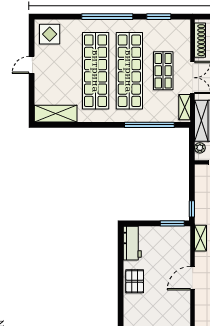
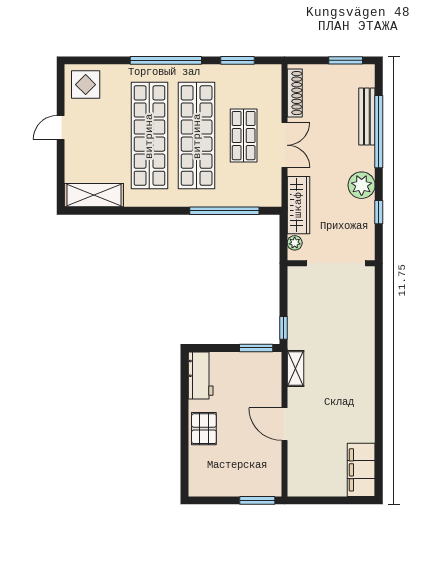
shelving: (185, 107) -> (274, 186), removed
door: (193, 278) -> (284, 424), hinge flipped

